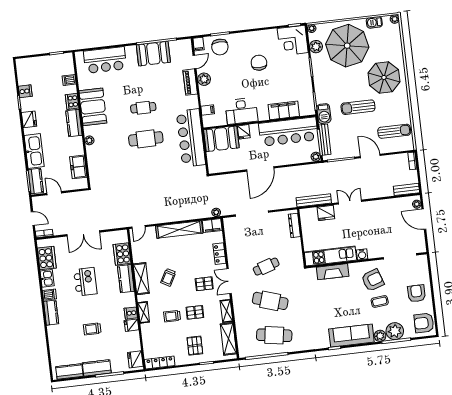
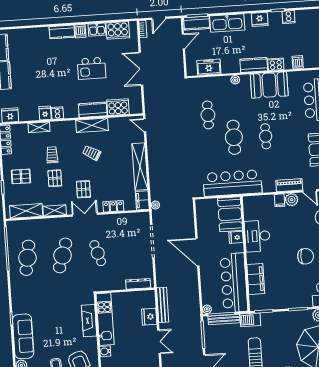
filing cabinet: (208, 110) -> (280, 200), moved
cafe table: (125, 165) -> (208, 115), added
shelving: (144, 312) -> (39, 127), moved
trolley: (92, 329) -> (43, 73), removed

